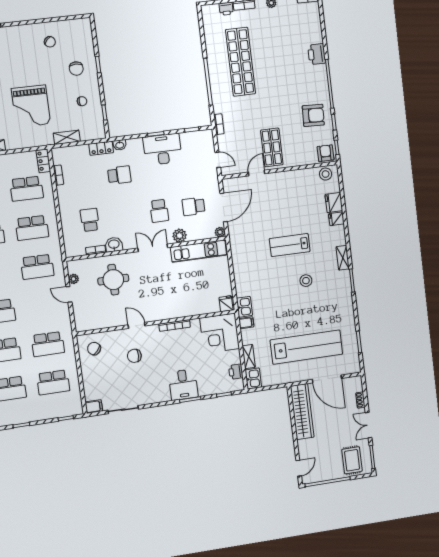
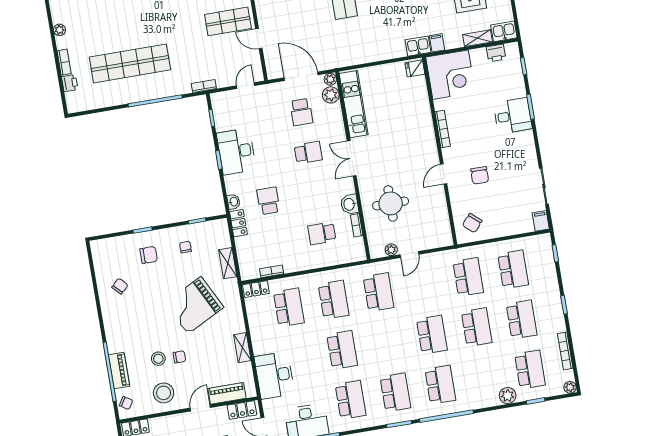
grand piano: (31, 106) -> (194, 305), turned 153
plant: (180, 236) -> (331, 95), moved

